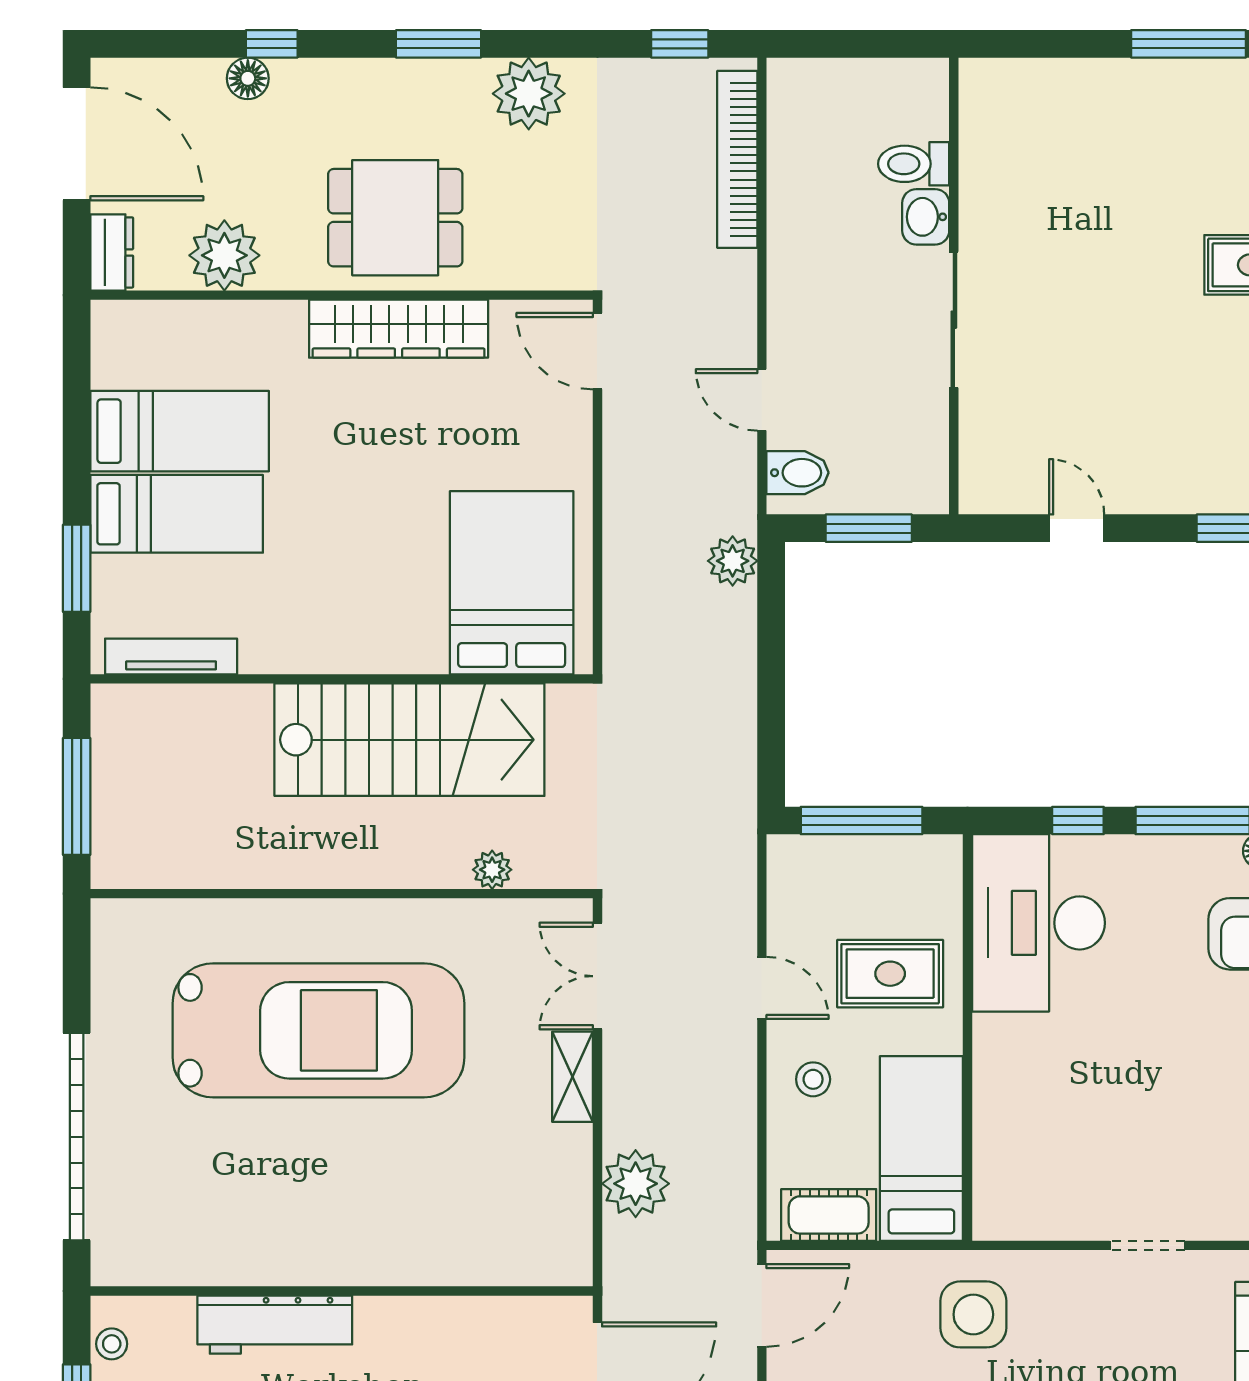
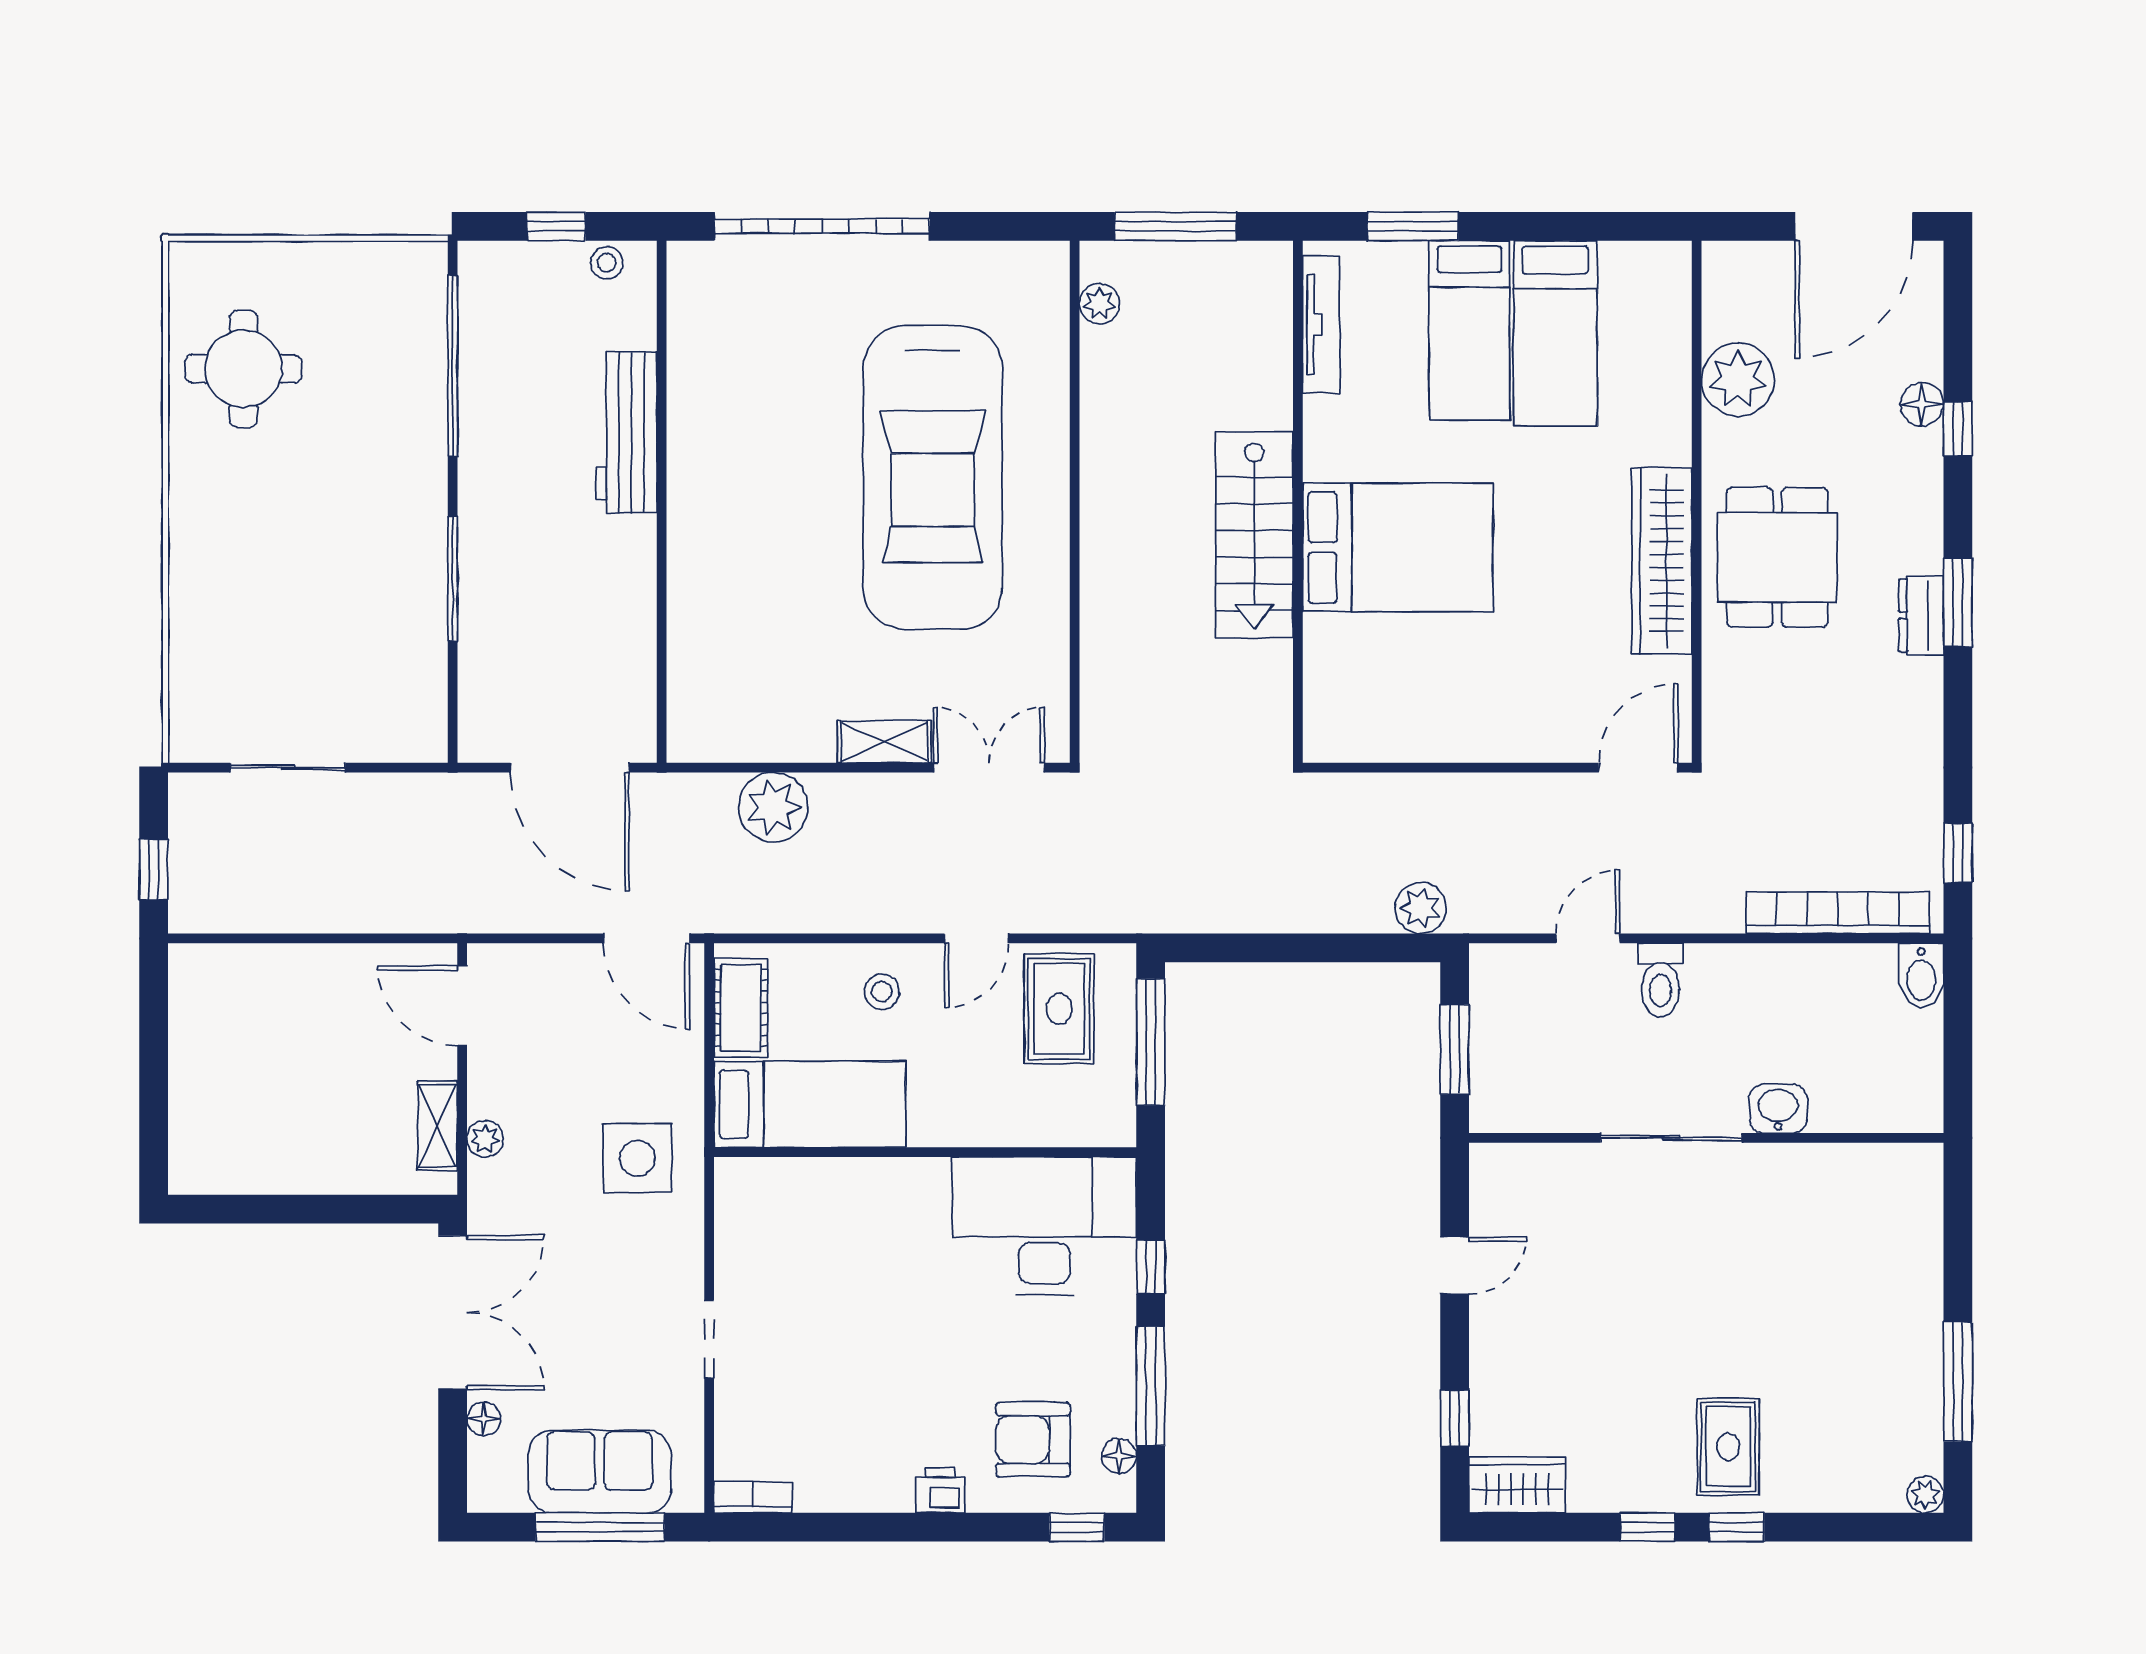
plant: (529, 94) -> (1906, 696), removed
toilet: (914, 164) -> (1660, 980), moved, turned 180
dresser: (112, 252) -> (1921, 615), moved, turned 90
bidet: (798, 473) -> (1921, 975), moved
bed: (512, 583) -> (1398, 547), moved
stairs: (409, 740) -> (1254, 535), width x0.73, depth x0.66
plant: (492, 870) -> (1100, 304), moved
rug: (890, 974) -> (1059, 1009), moved

